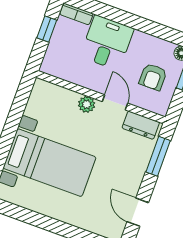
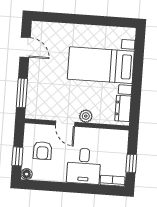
armchair: (153, 77) -> (43, 151), turned 180
dresser: (141, 125) -> (123, 108), moved, turned -90

